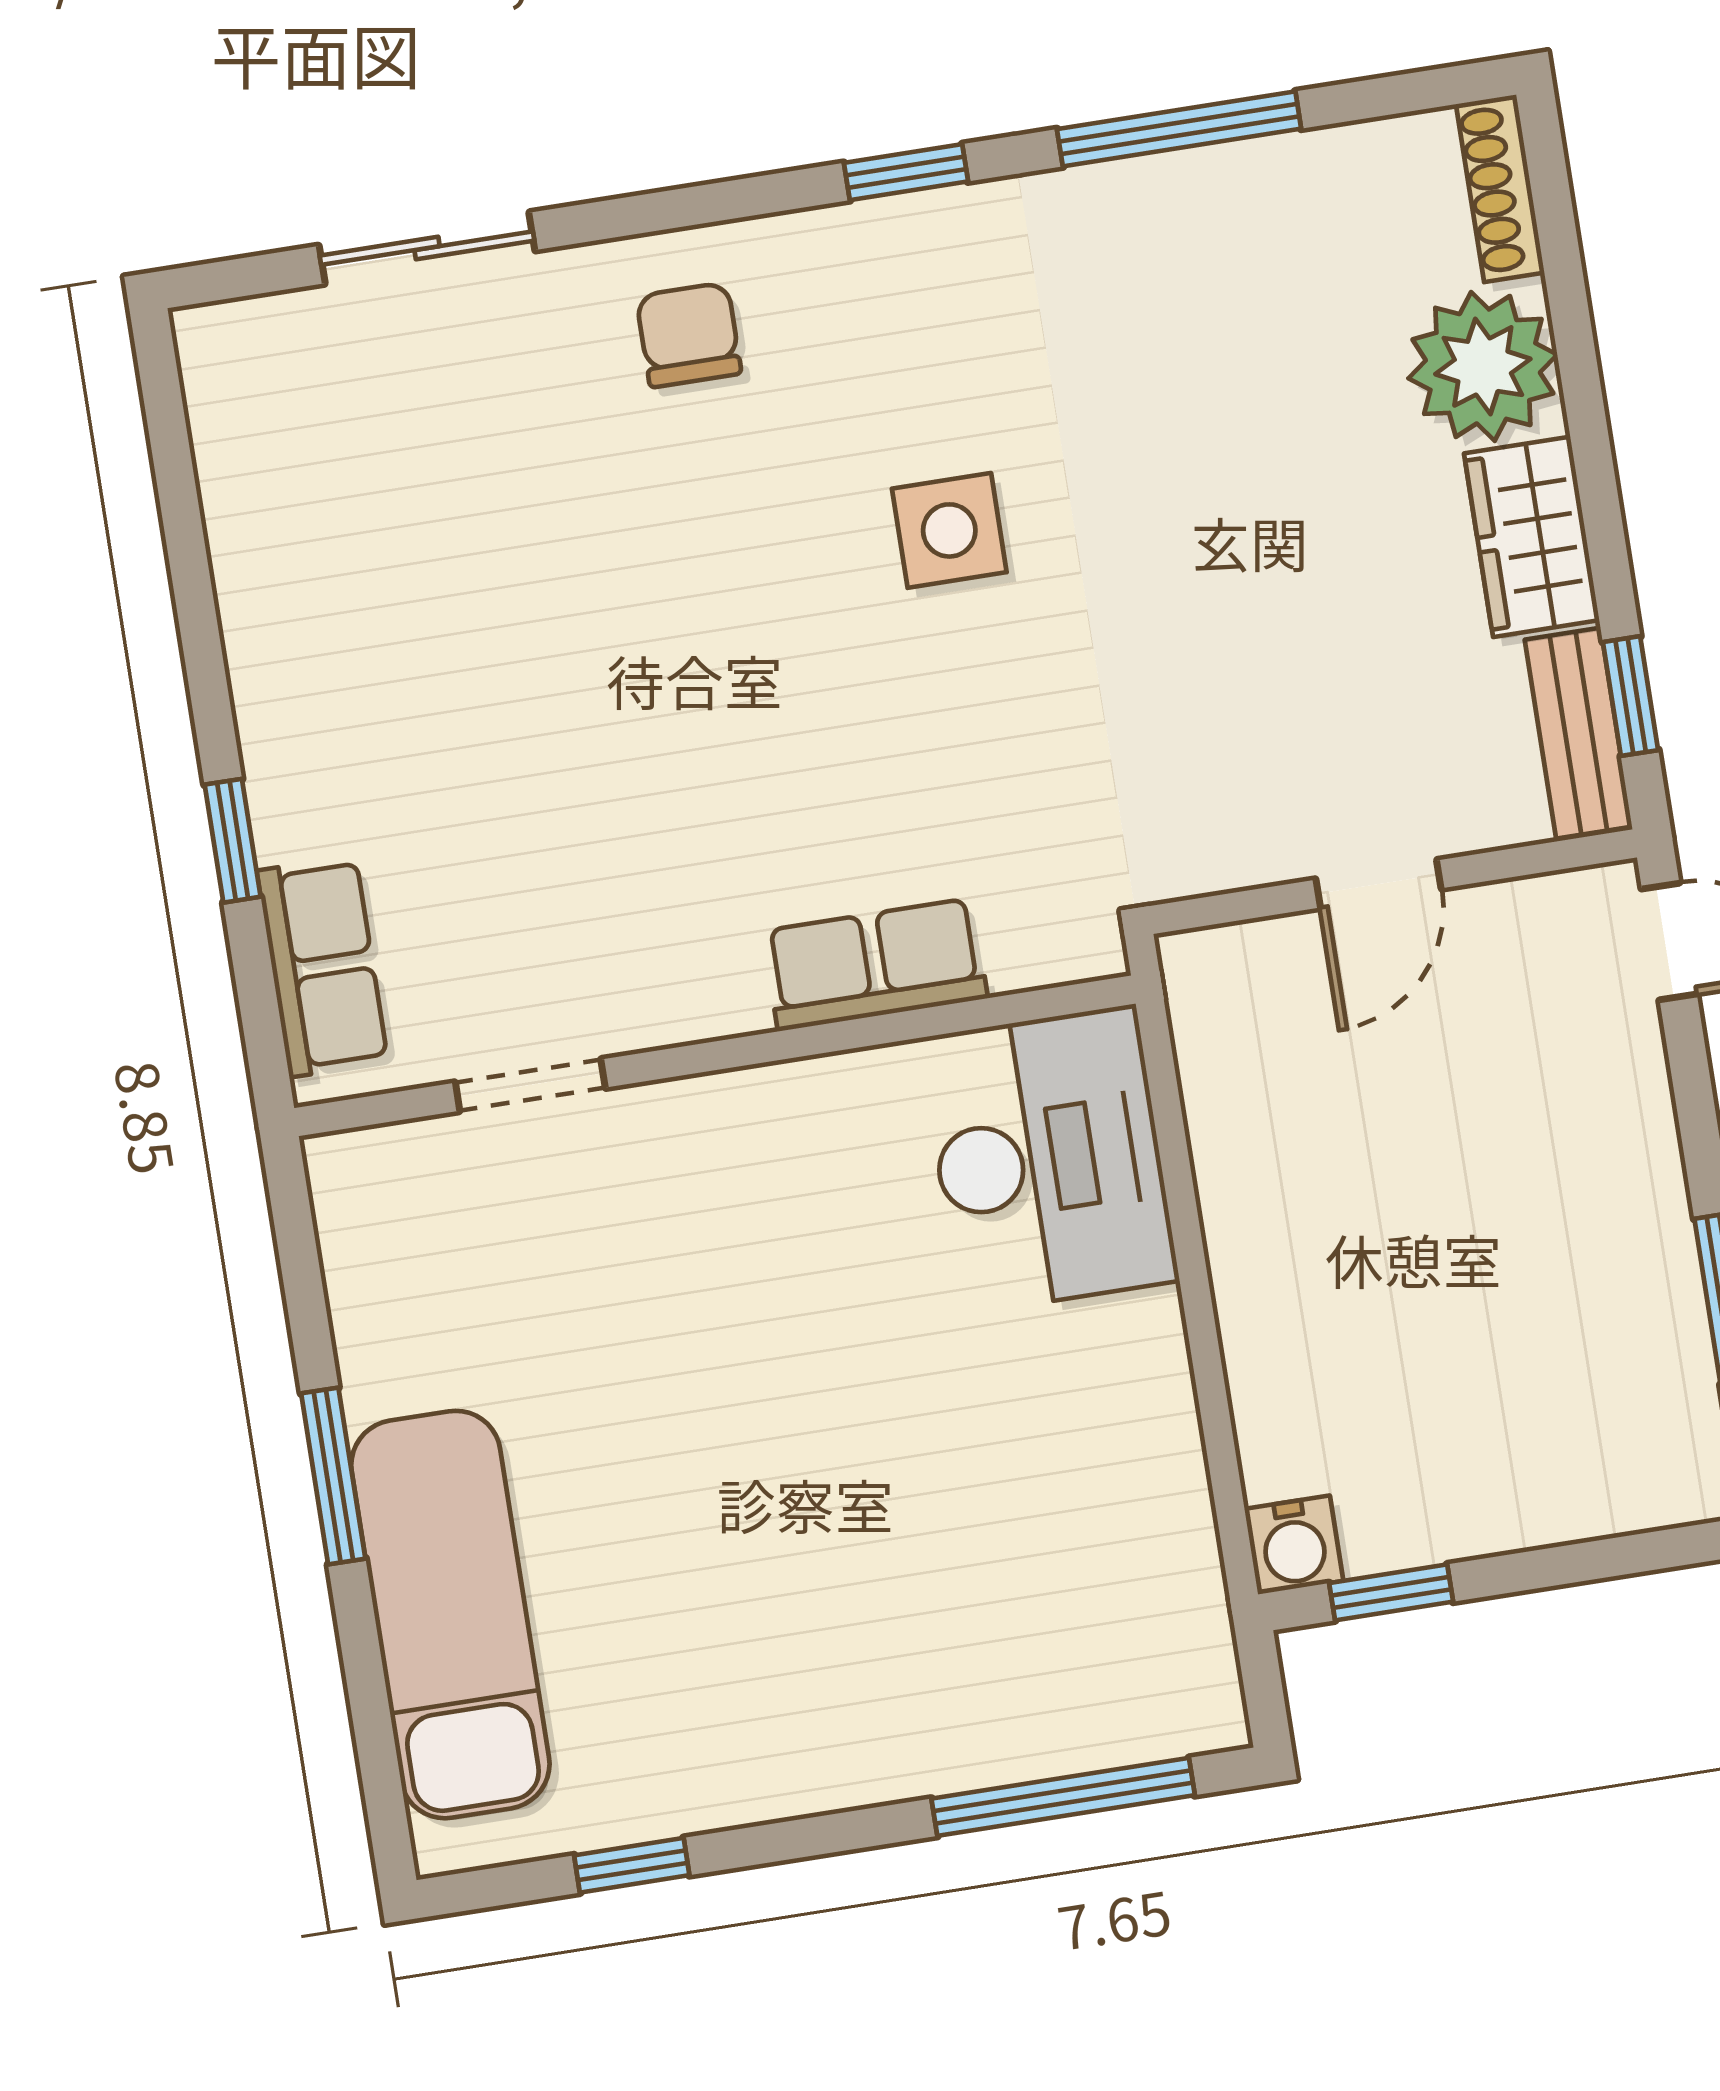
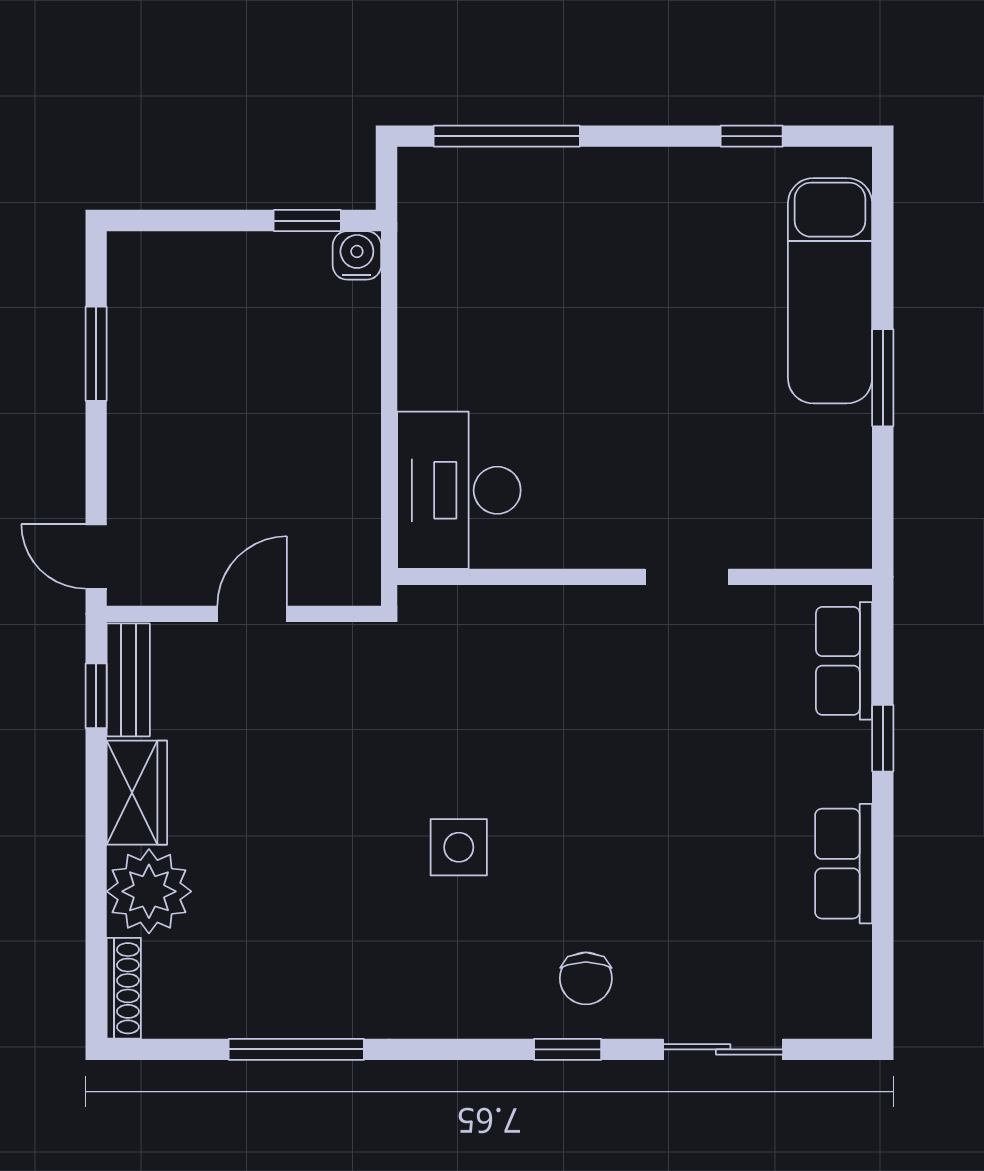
window: (906, 172) -> (568, 1049), moved
row of seats: (875, 965) -> (844, 864), moved, turned 90
doorway: (530, 1085) -> (687, 577), moved

